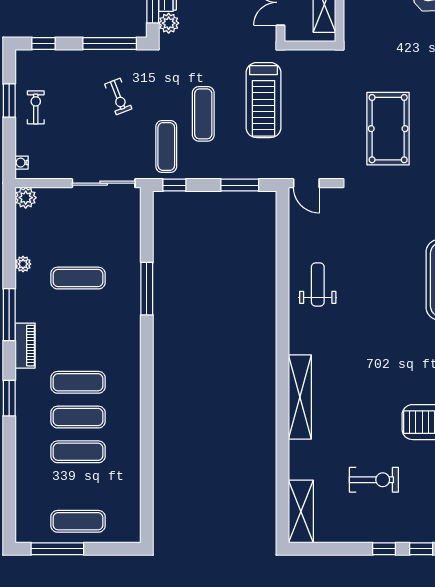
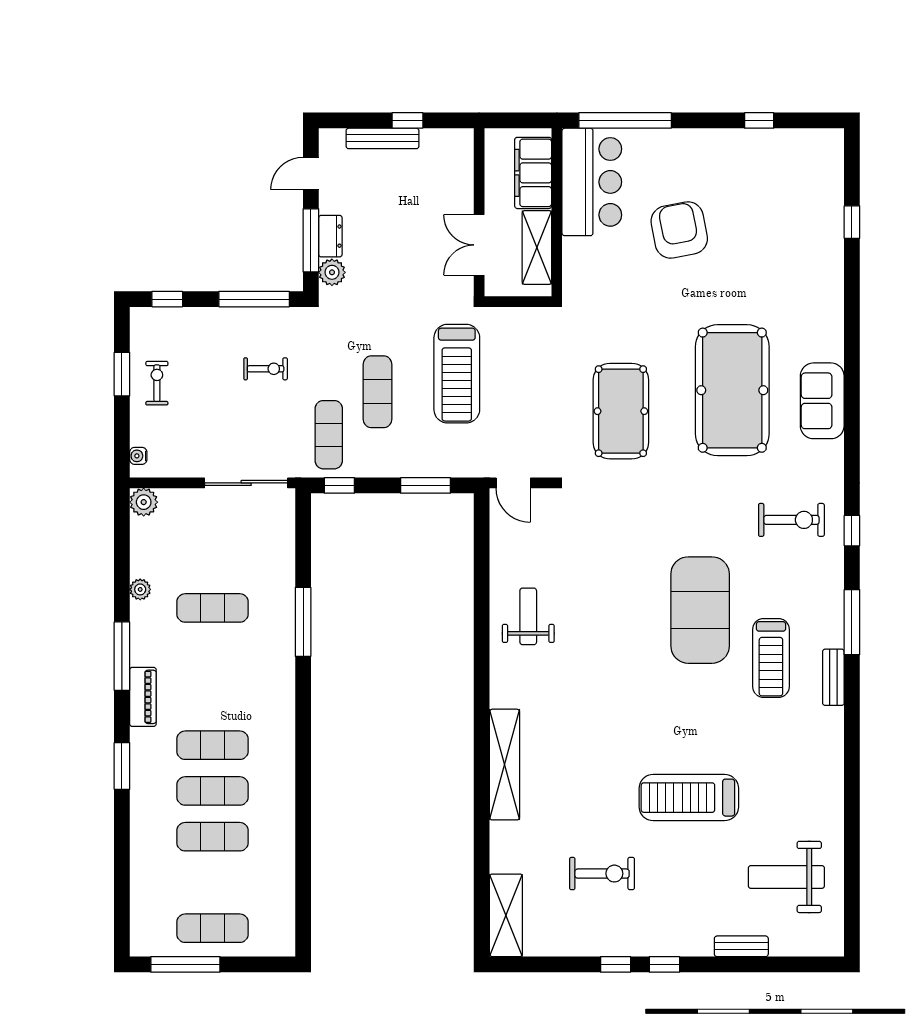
exercise bike: (118, 96) -> (266, 369), turned -69

